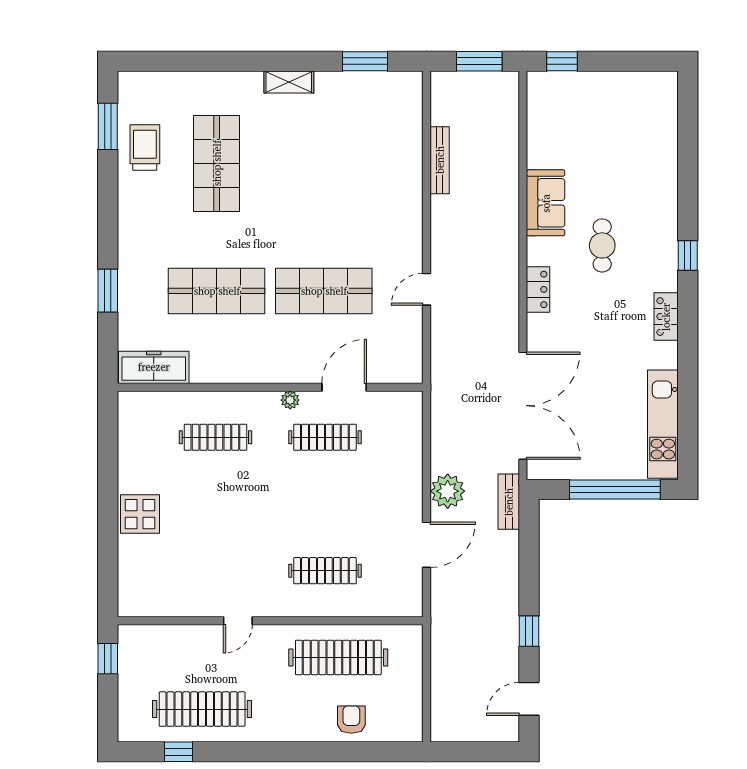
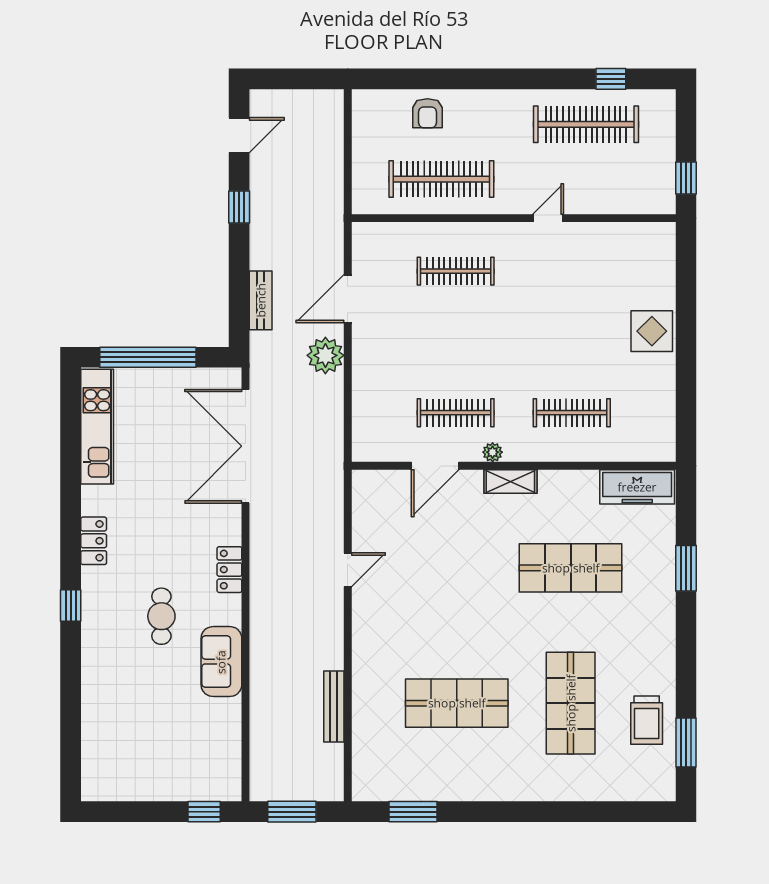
shelving: (289, 82) -> (510, 481), moved
shop shelf: (324, 291) -> (457, 703), moved
bench: (509, 502) -> (261, 300), moved

